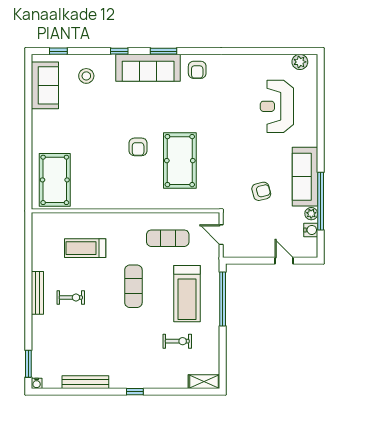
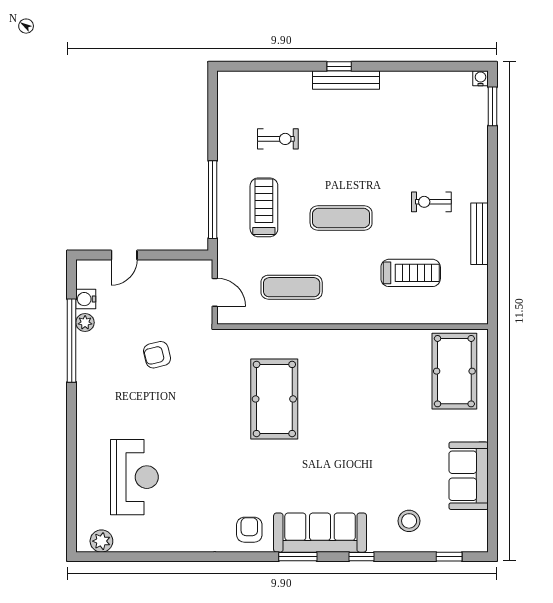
sofa: (45, 85) -> (469, 476), moved
armchair: (138, 147) -> (334, 419), removed
sofa: (305, 177) -> (94, 376), removed
door: (284, 261) -> (124, 255), hinge flipped
exercise mat: (133, 286) -> (341, 218), turned 90
bench: (37, 293) -> (480, 234), moved
treadmill: (187, 294) -> (264, 207), width x0.73, depth x0.73
exercise bike: (177, 341) -> (278, 139), turned 180
bench: (85, 382) -> (346, 80), moved
shelving: (204, 382) -> (239, 81), removed

